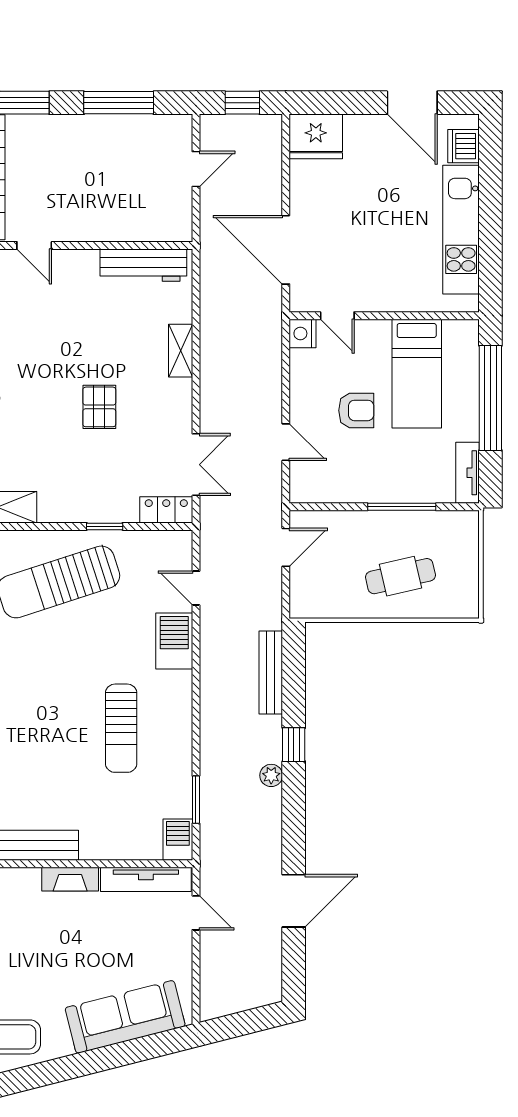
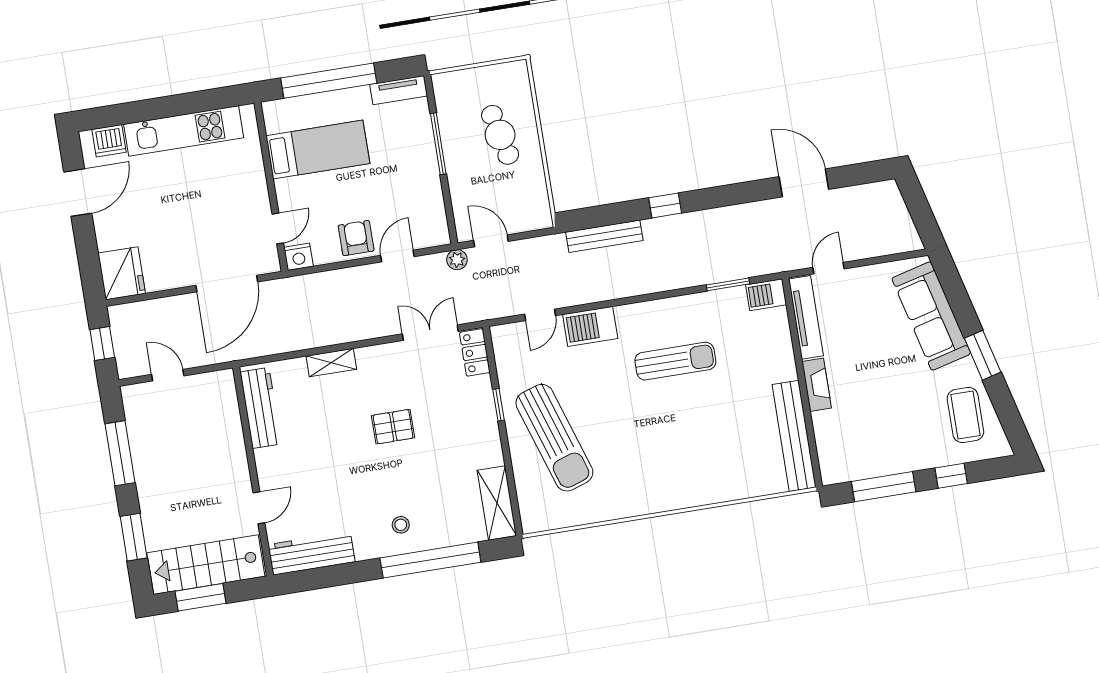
armchair: (356, 410) -> (356, 238), moved
plant: (271, 775) -> (457, 260), moved
window: (73, 1066) -> (983, 355), added

